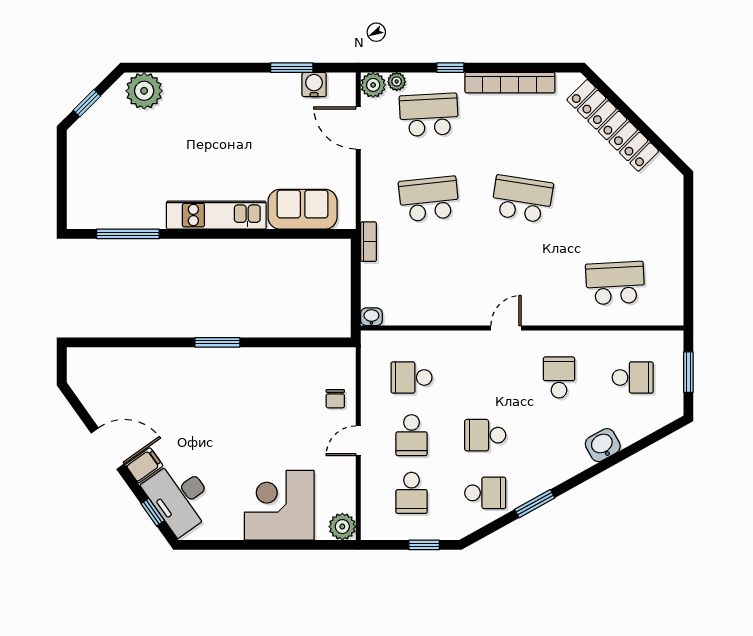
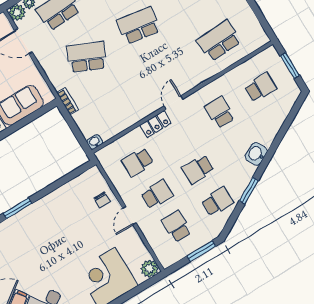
school desk: (429, 199) -> (87, 57), turned 30
locker: (465, 342) -> (155, 124), added
school desk: (411, 435) -> (157, 194), turned -90
washbasin: (603, 445) -> (256, 154), moved
school desk: (411, 493) -> (177, 226), turned 180
window: (424, 545) -> (201, 251), width x1.50

